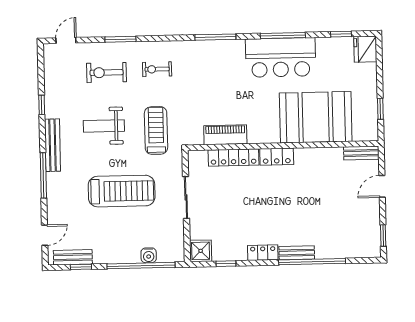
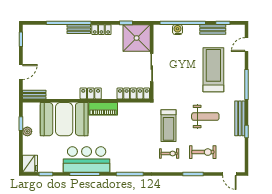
door: (66, 40) -> (229, 174), hinge flipped
plant: (370, 97) -> (27, 131), added
treadmill: (156, 130) -> (169, 126), moved
piano: (225, 135) -> (103, 109), moved
bench: (53, 145) -> (240, 118), moved
locker: (234, 157) -> (133, 93), moved
treadmill: (122, 191) -> (213, 70), moved, turned 90
shower: (201, 251) -> (137, 38), width x1.86, depth x1.86
bench: (73, 257) -> (213, 29), moved

